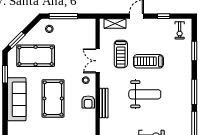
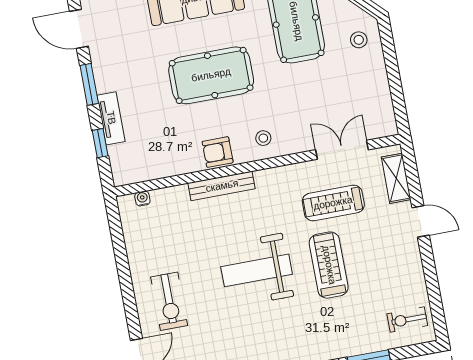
window: (63, 16) -> (392, 65), removed
window: (164, 16) -> (431, 280), removed
double door: (98, 61) -> (342, 150), moved
weight bench: (145, 94) -> (257, 270), turned 90

